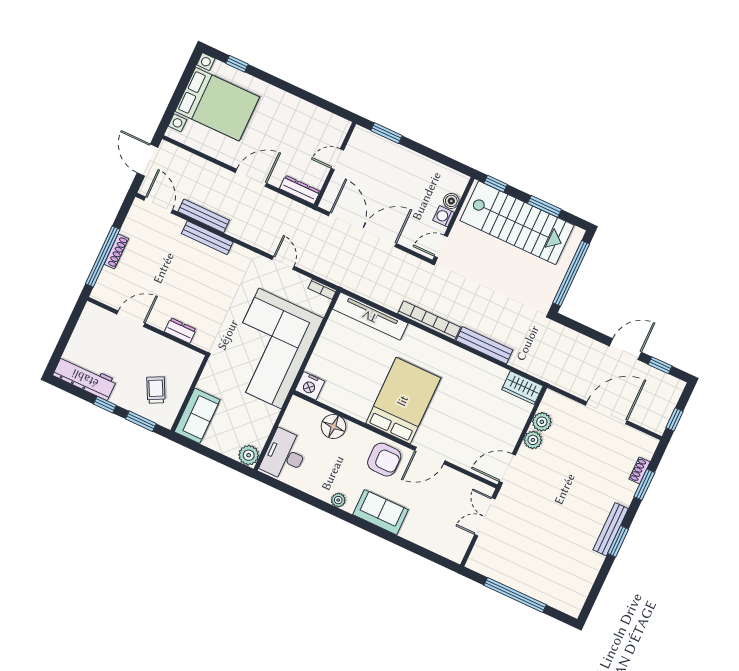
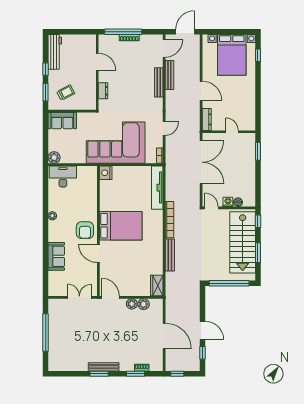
floor lamp: (333, 427) -> (90, 195), removed
sofa: (381, 512) -> (56, 256), moved

